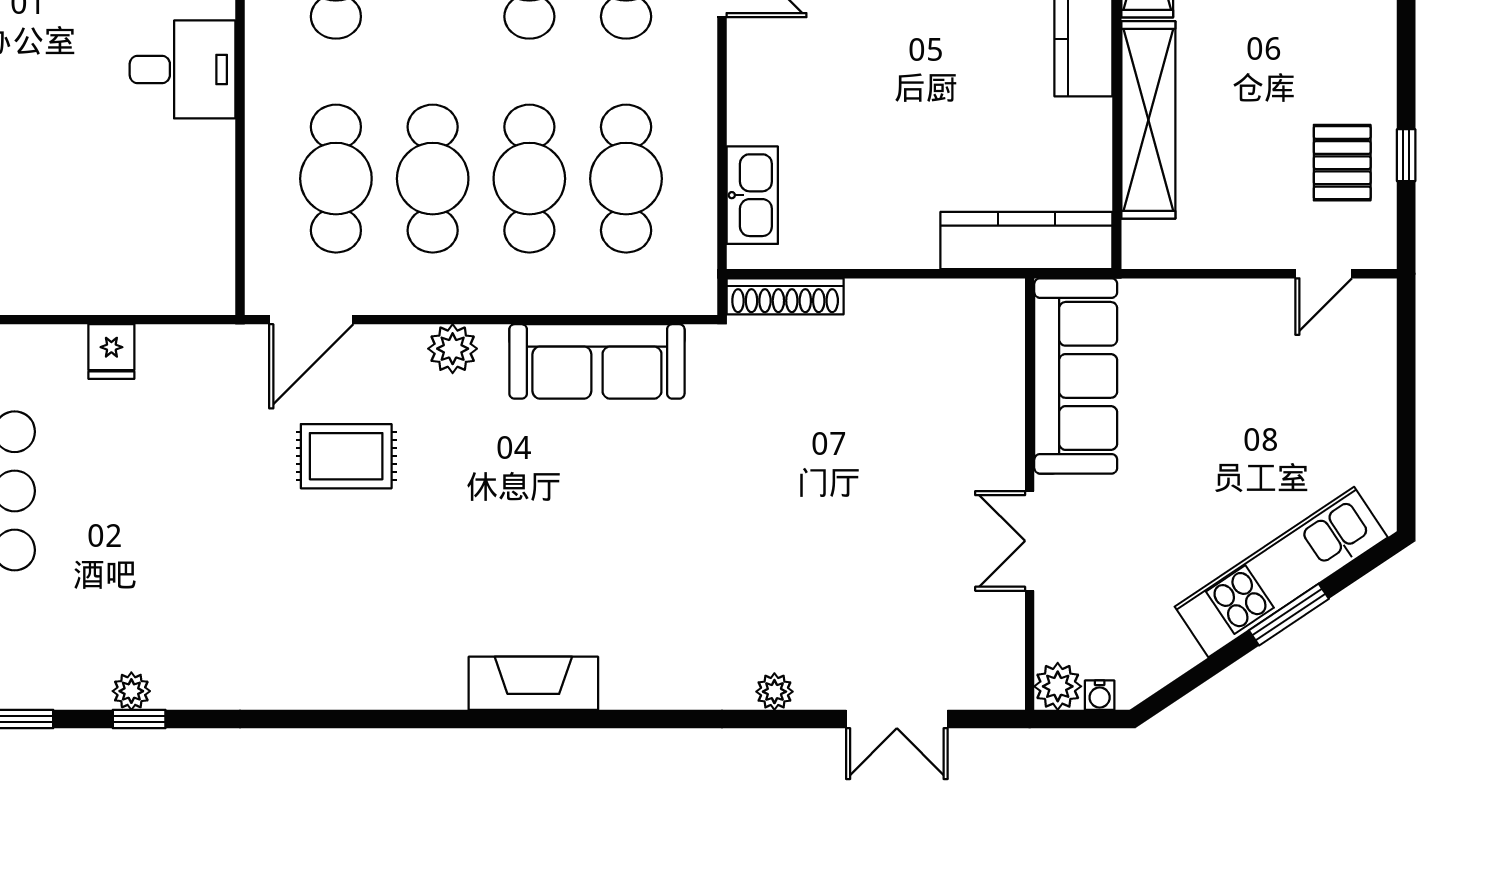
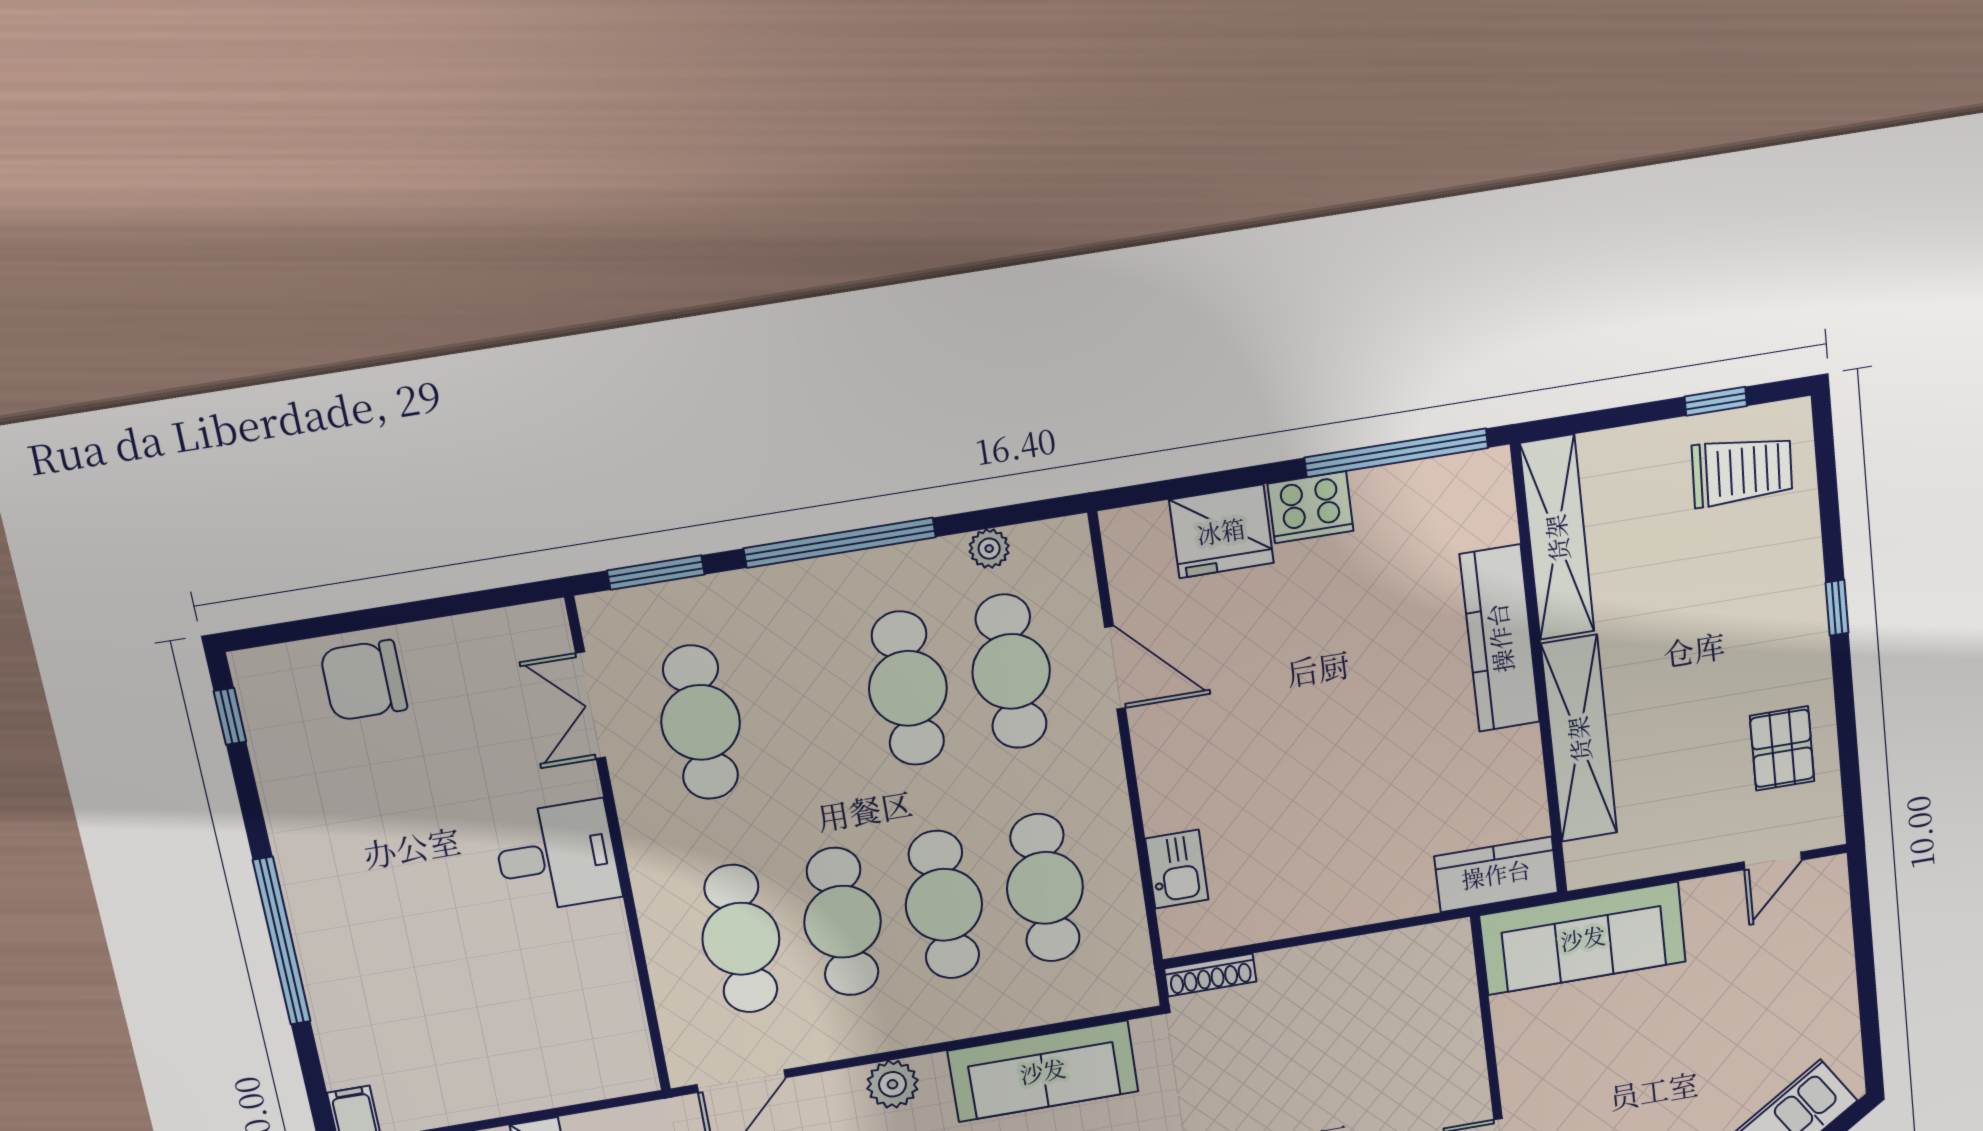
window: (1406, 155) -> (1837, 608), moved
kitchen sink: (752, 195) -> (1177, 869), width x0.73
kitchen counter: (1026, 240) -> (1496, 874), width x0.67
shoe rack: (785, 296) -> (1210, 975), width x0.74, depth x0.81
sofa: (1076, 376) -> (1583, 938), moved, turned 90

